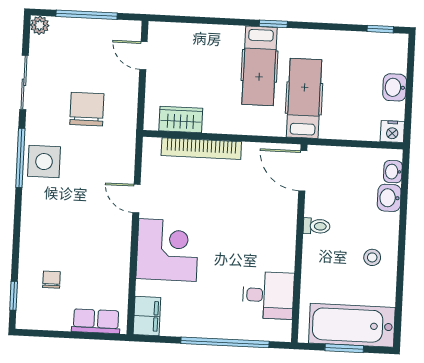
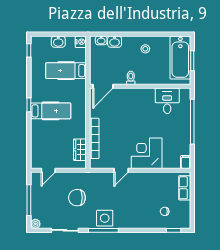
hospital bed: (304, 98) -> (66, 71), moved
filing cabinet: (147, 316) -> (186, 162), width x0.50

